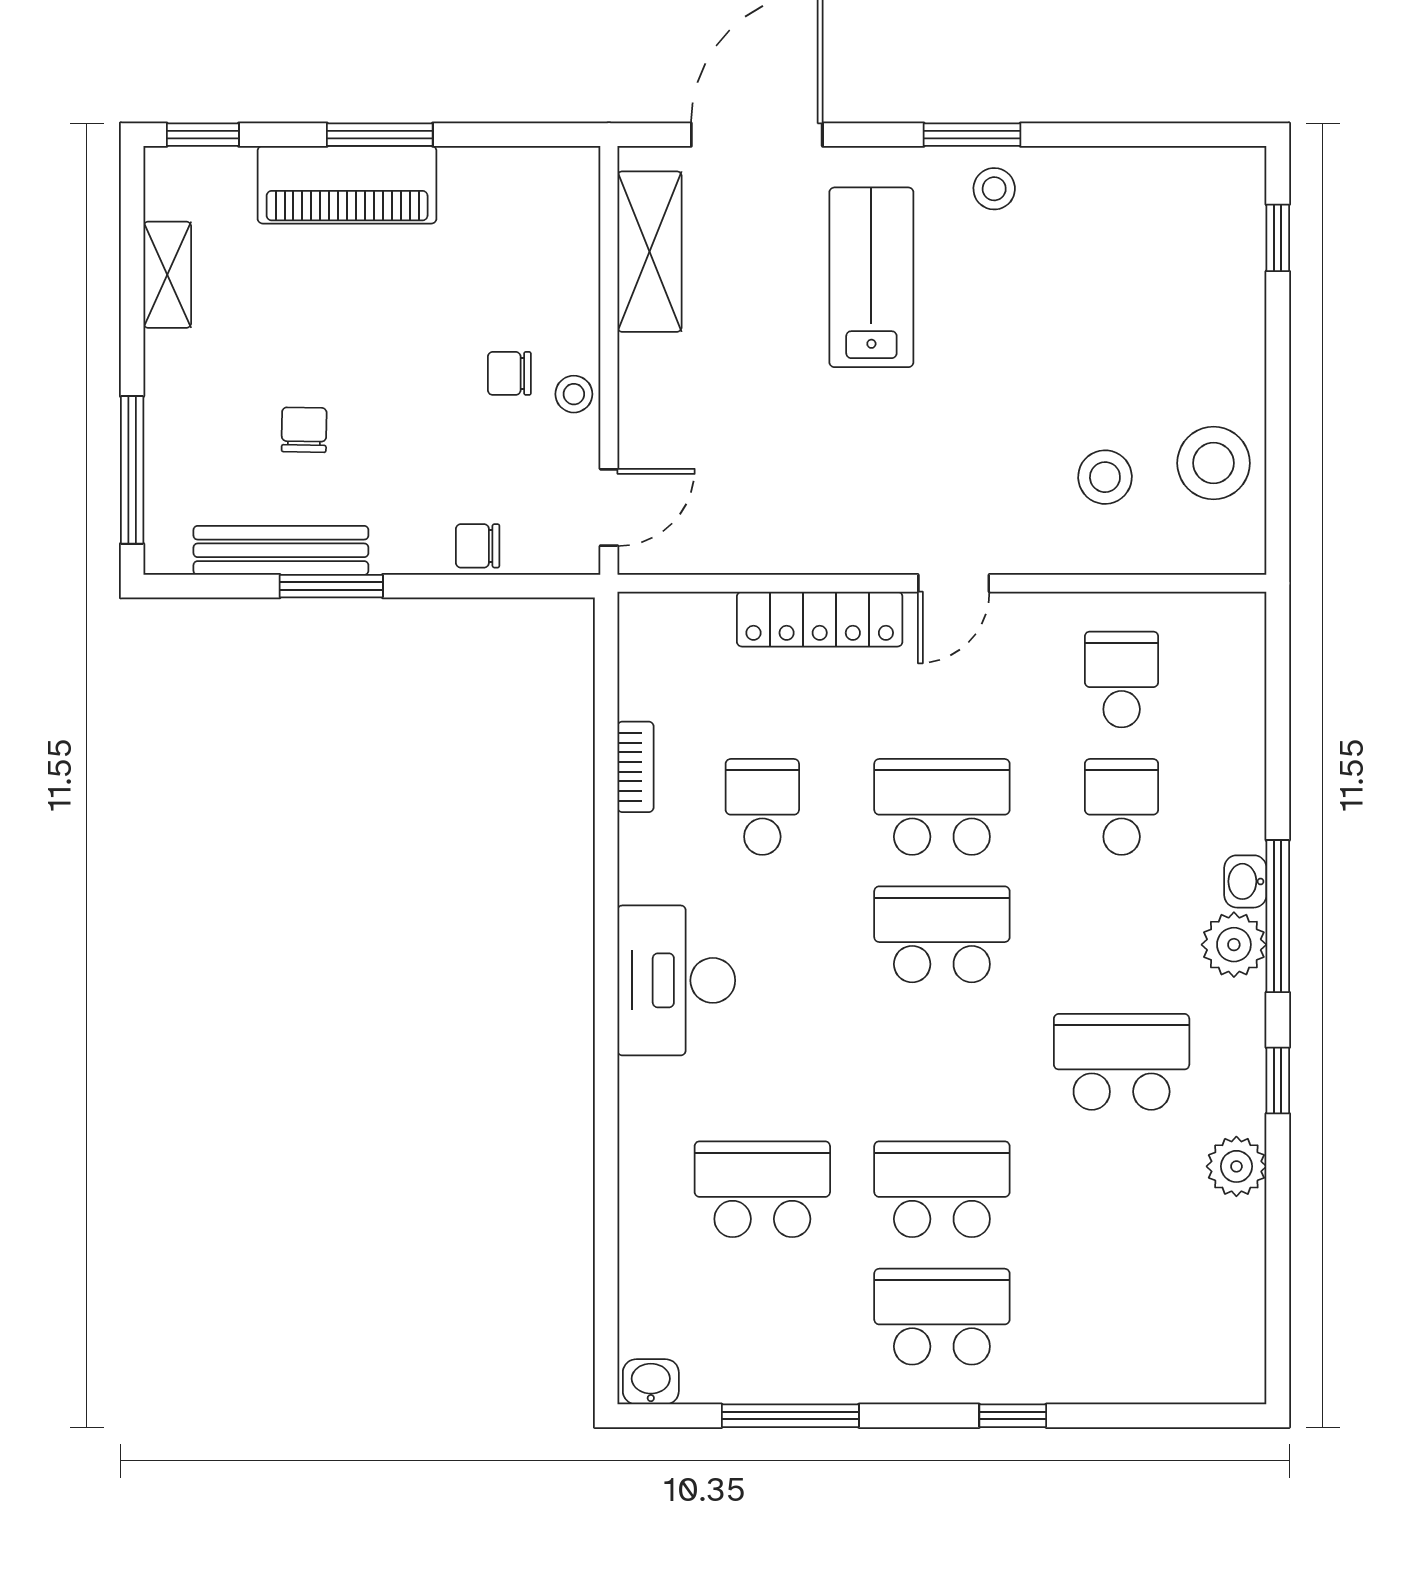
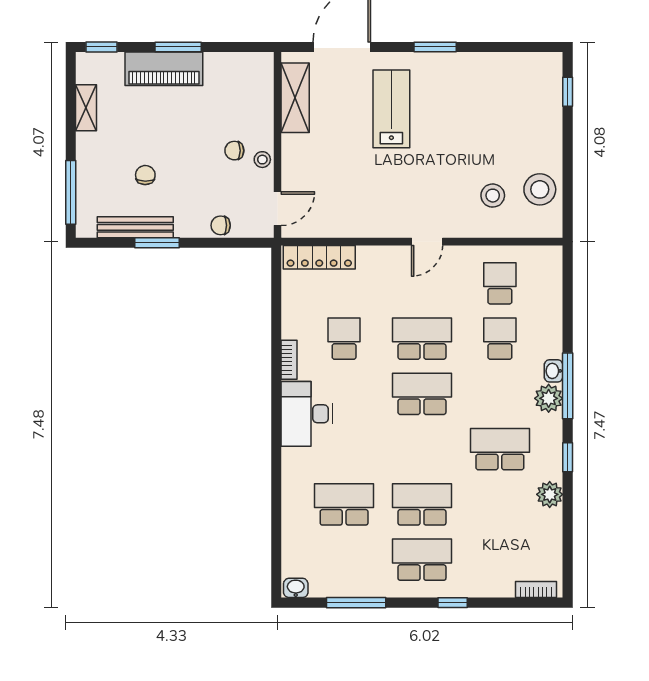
stool: (994, 189) -> (445, 70), removed
locker: (820, 619) -> (319, 257), moved
bookcase: (636, 767) -> (289, 360), moved
bookcase: (1205, 1386) -> (536, 590), added

